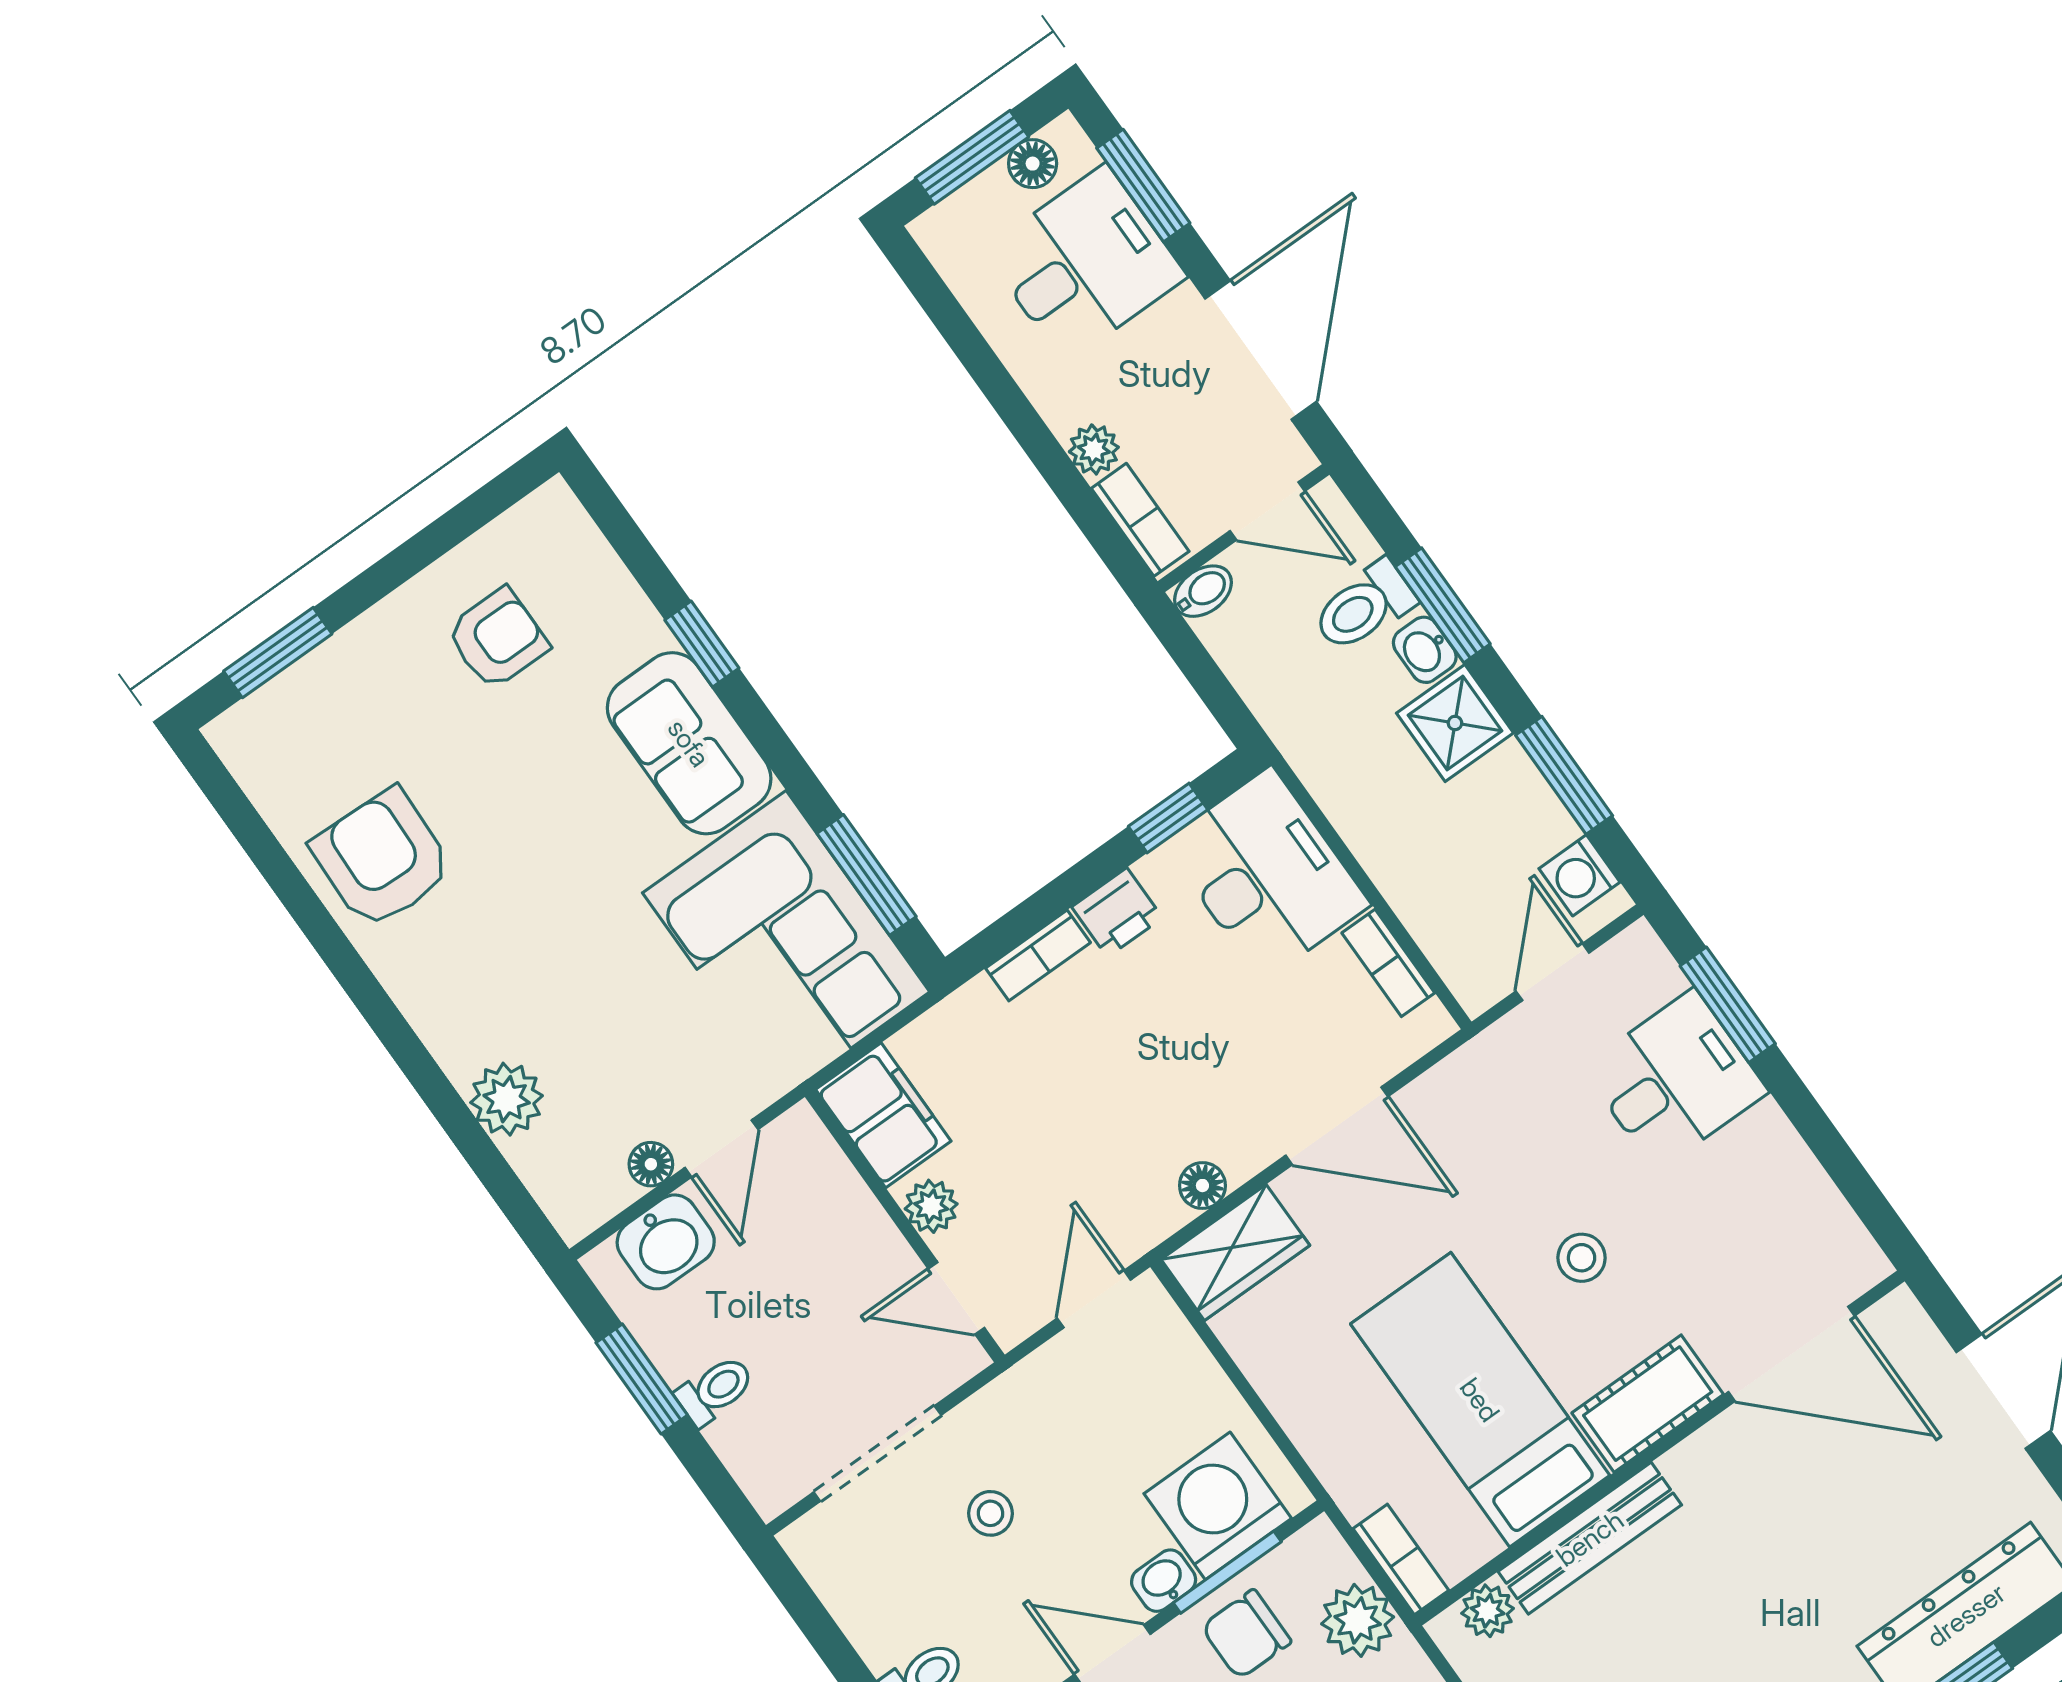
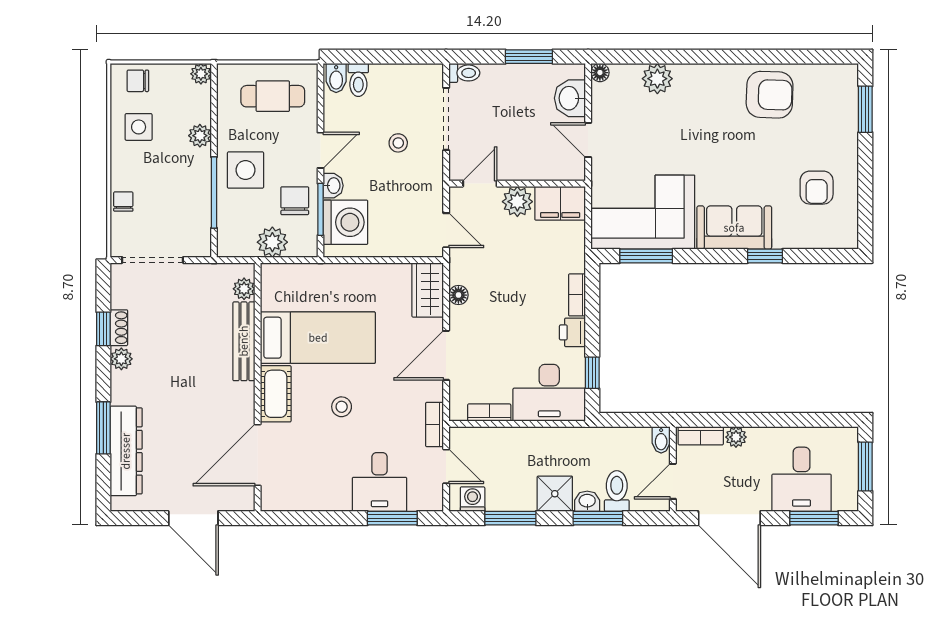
floor lamp: (1033, 164) -> (848, 486), removed
floor lamp: (651, 1164) -> (600, 73), moved
plant: (931, 1206) -> (517, 202), width x1.38, depth x1.38
toilet: (715, 1390) -> (464, 73), moved, turned -90
bookcase: (1401, 1559) -> (435, 425), moved, turned 90

